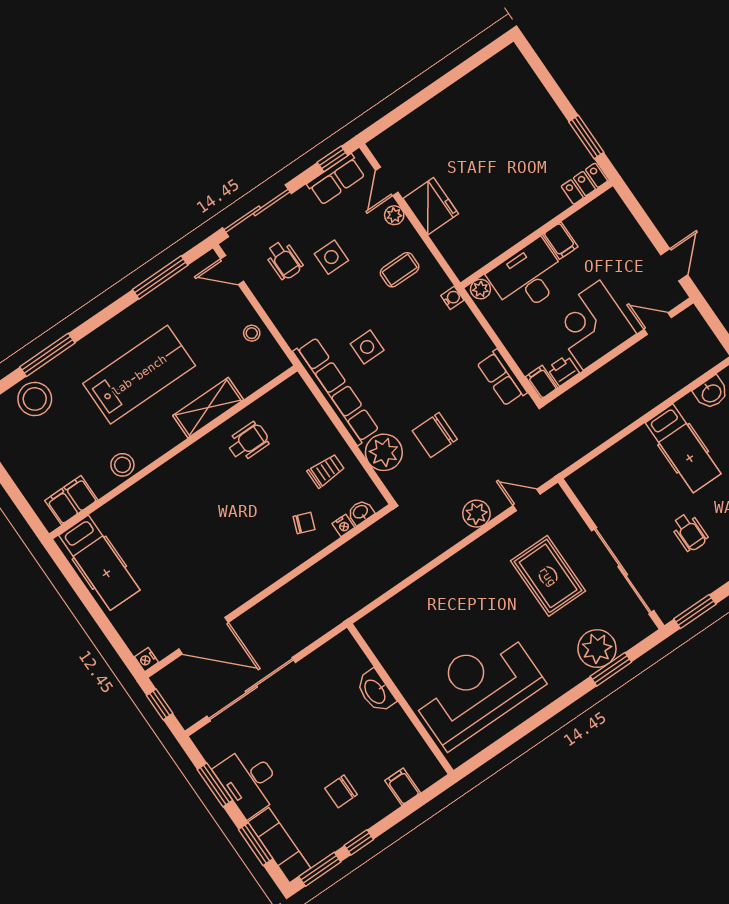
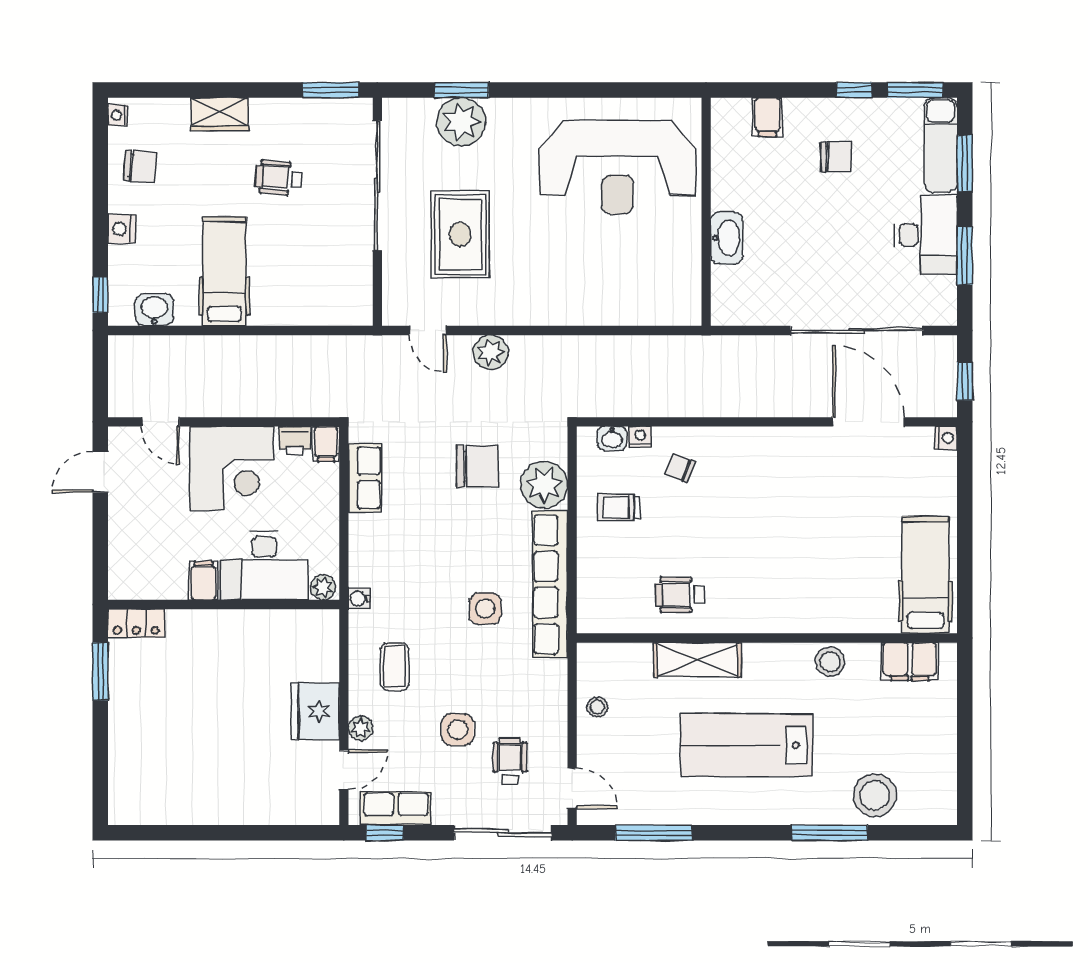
coffee table: (400, 270) -> (395, 667), turned 90
wheelchair: (690, 532) -> (279, 178), turned -85

